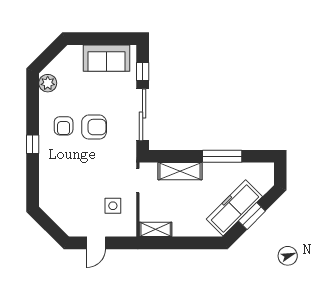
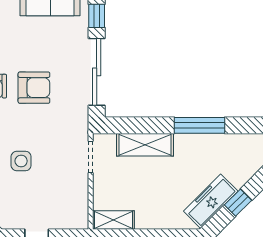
side table: (113, 206) -> (21, 161), moved
freezer: (234, 208) -> (211, 201), width x0.73, depth x0.79
window: (252, 216) -> (238, 203), width x0.67

